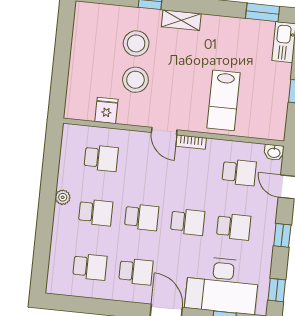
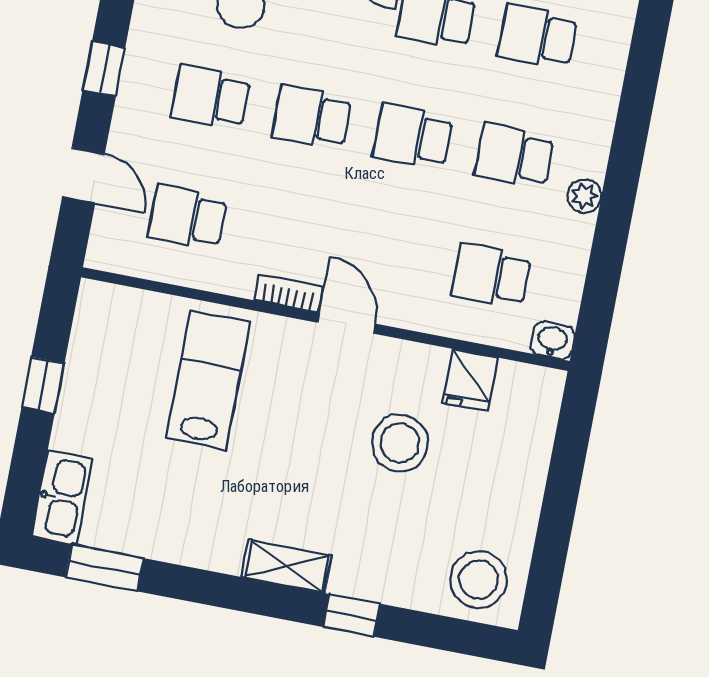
stool: (136, 43) -> (479, 580), moved
washbasin: (274, 152) -> (552, 341), moved

